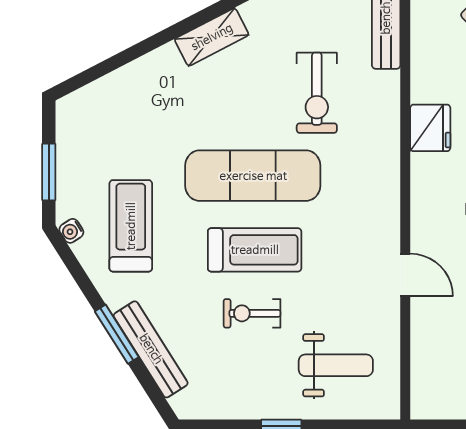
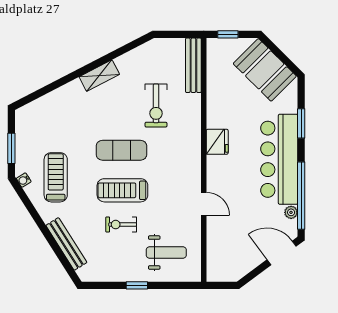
fridge: (430, 128) -> (217, 142), moved
exercise mat: (253, 176) -> (121, 150), width x0.73, depth x0.69
treadmill: (255, 250) -> (122, 190), turned 180
window: (117, 334) -> (48, 236), removed

